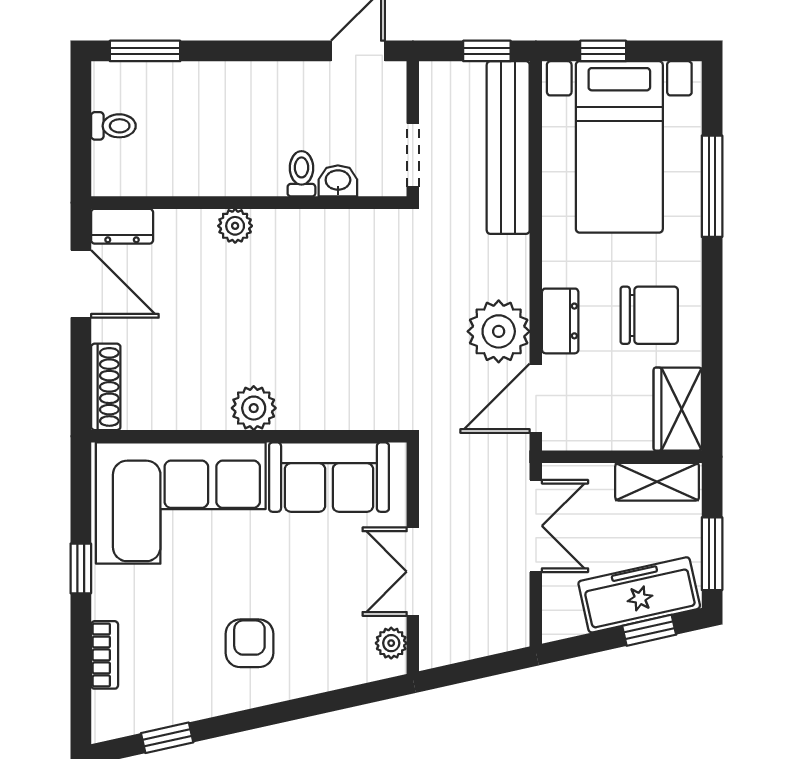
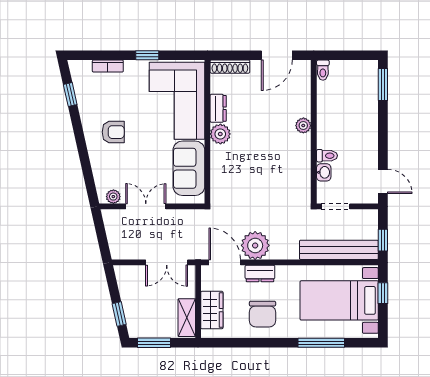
toilet: (113, 126) -> (323, 70), moved
dresser: (122, 226) -> (218, 108), moved, turned 180
wardrobe: (678, 409) -> (212, 310), moved, turned 90
freezer: (639, 595) -> (135, 309), removed

